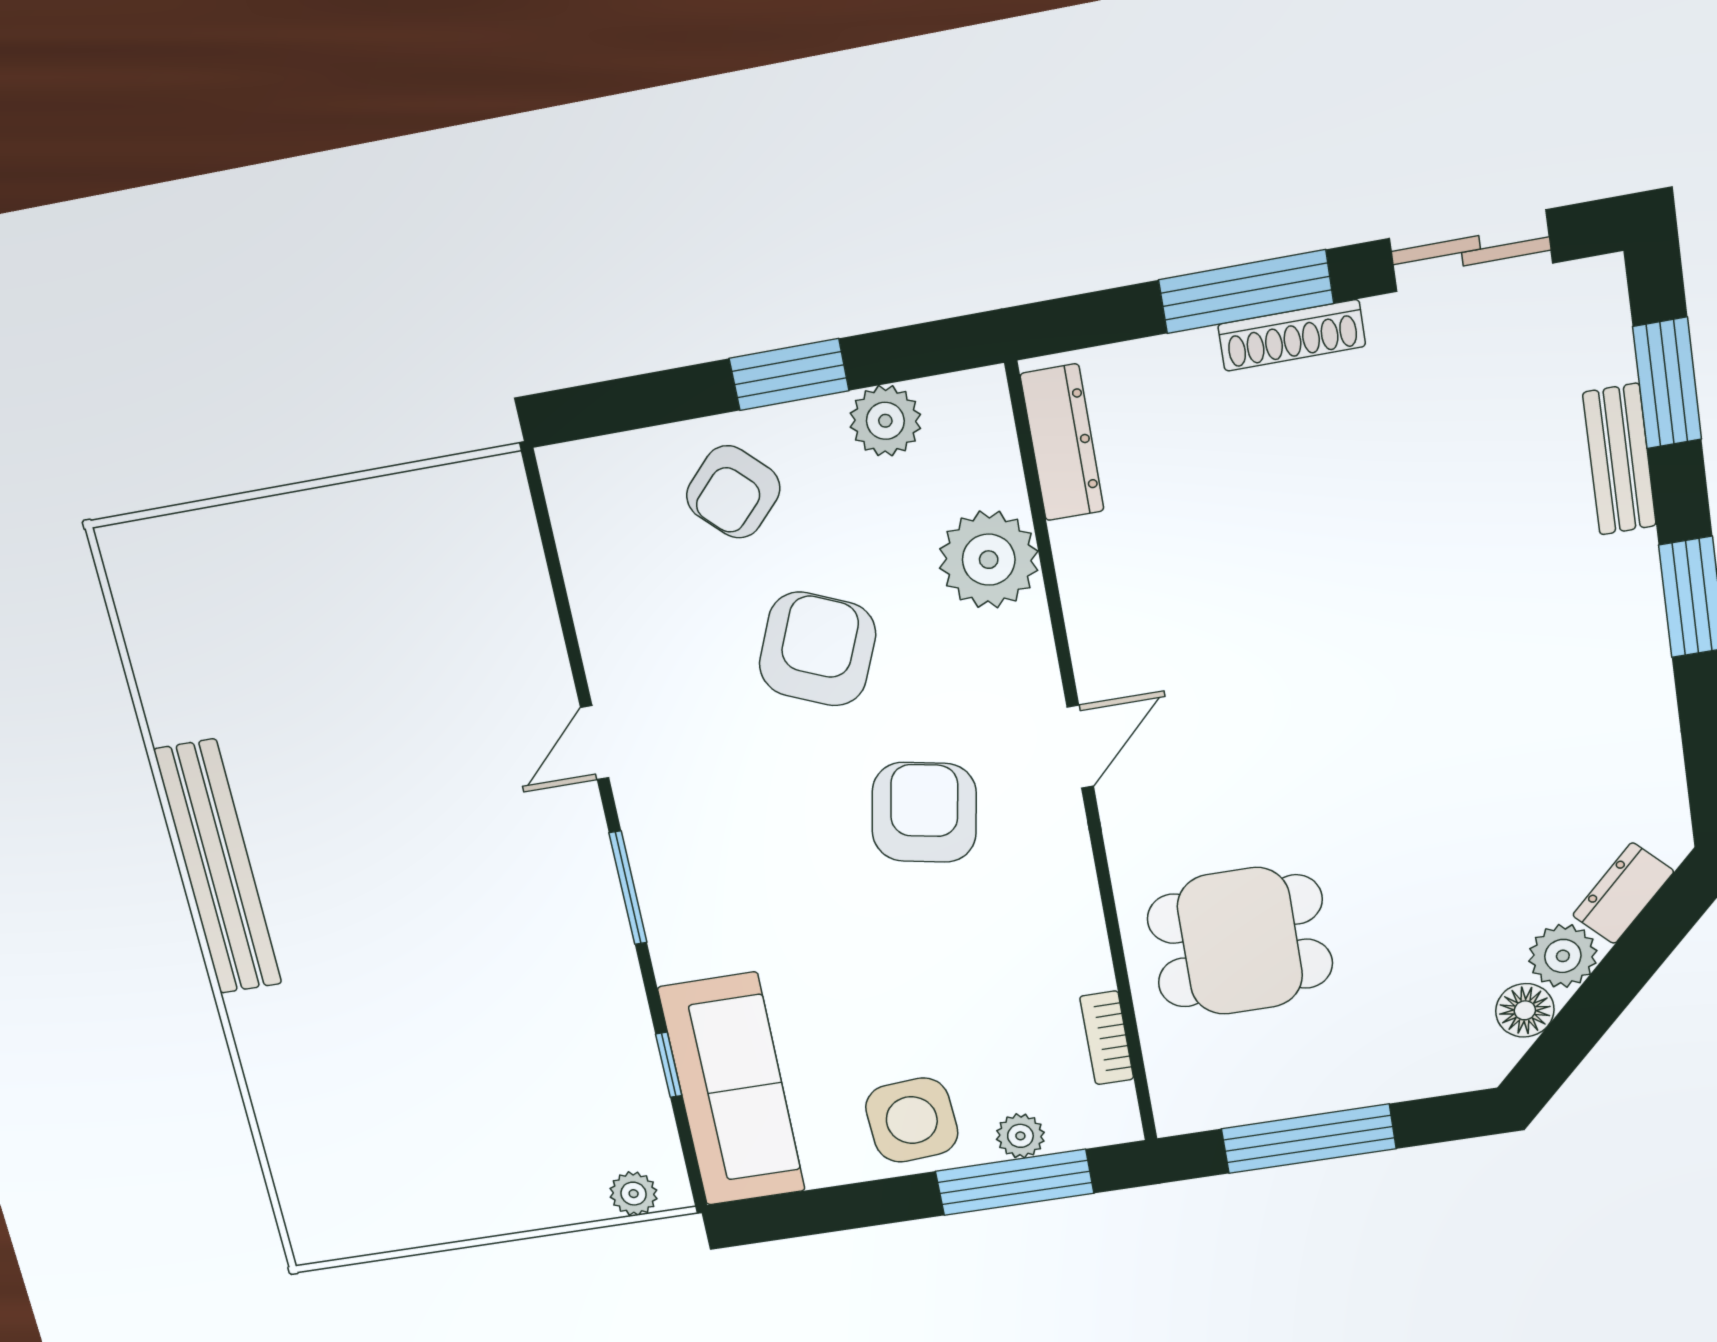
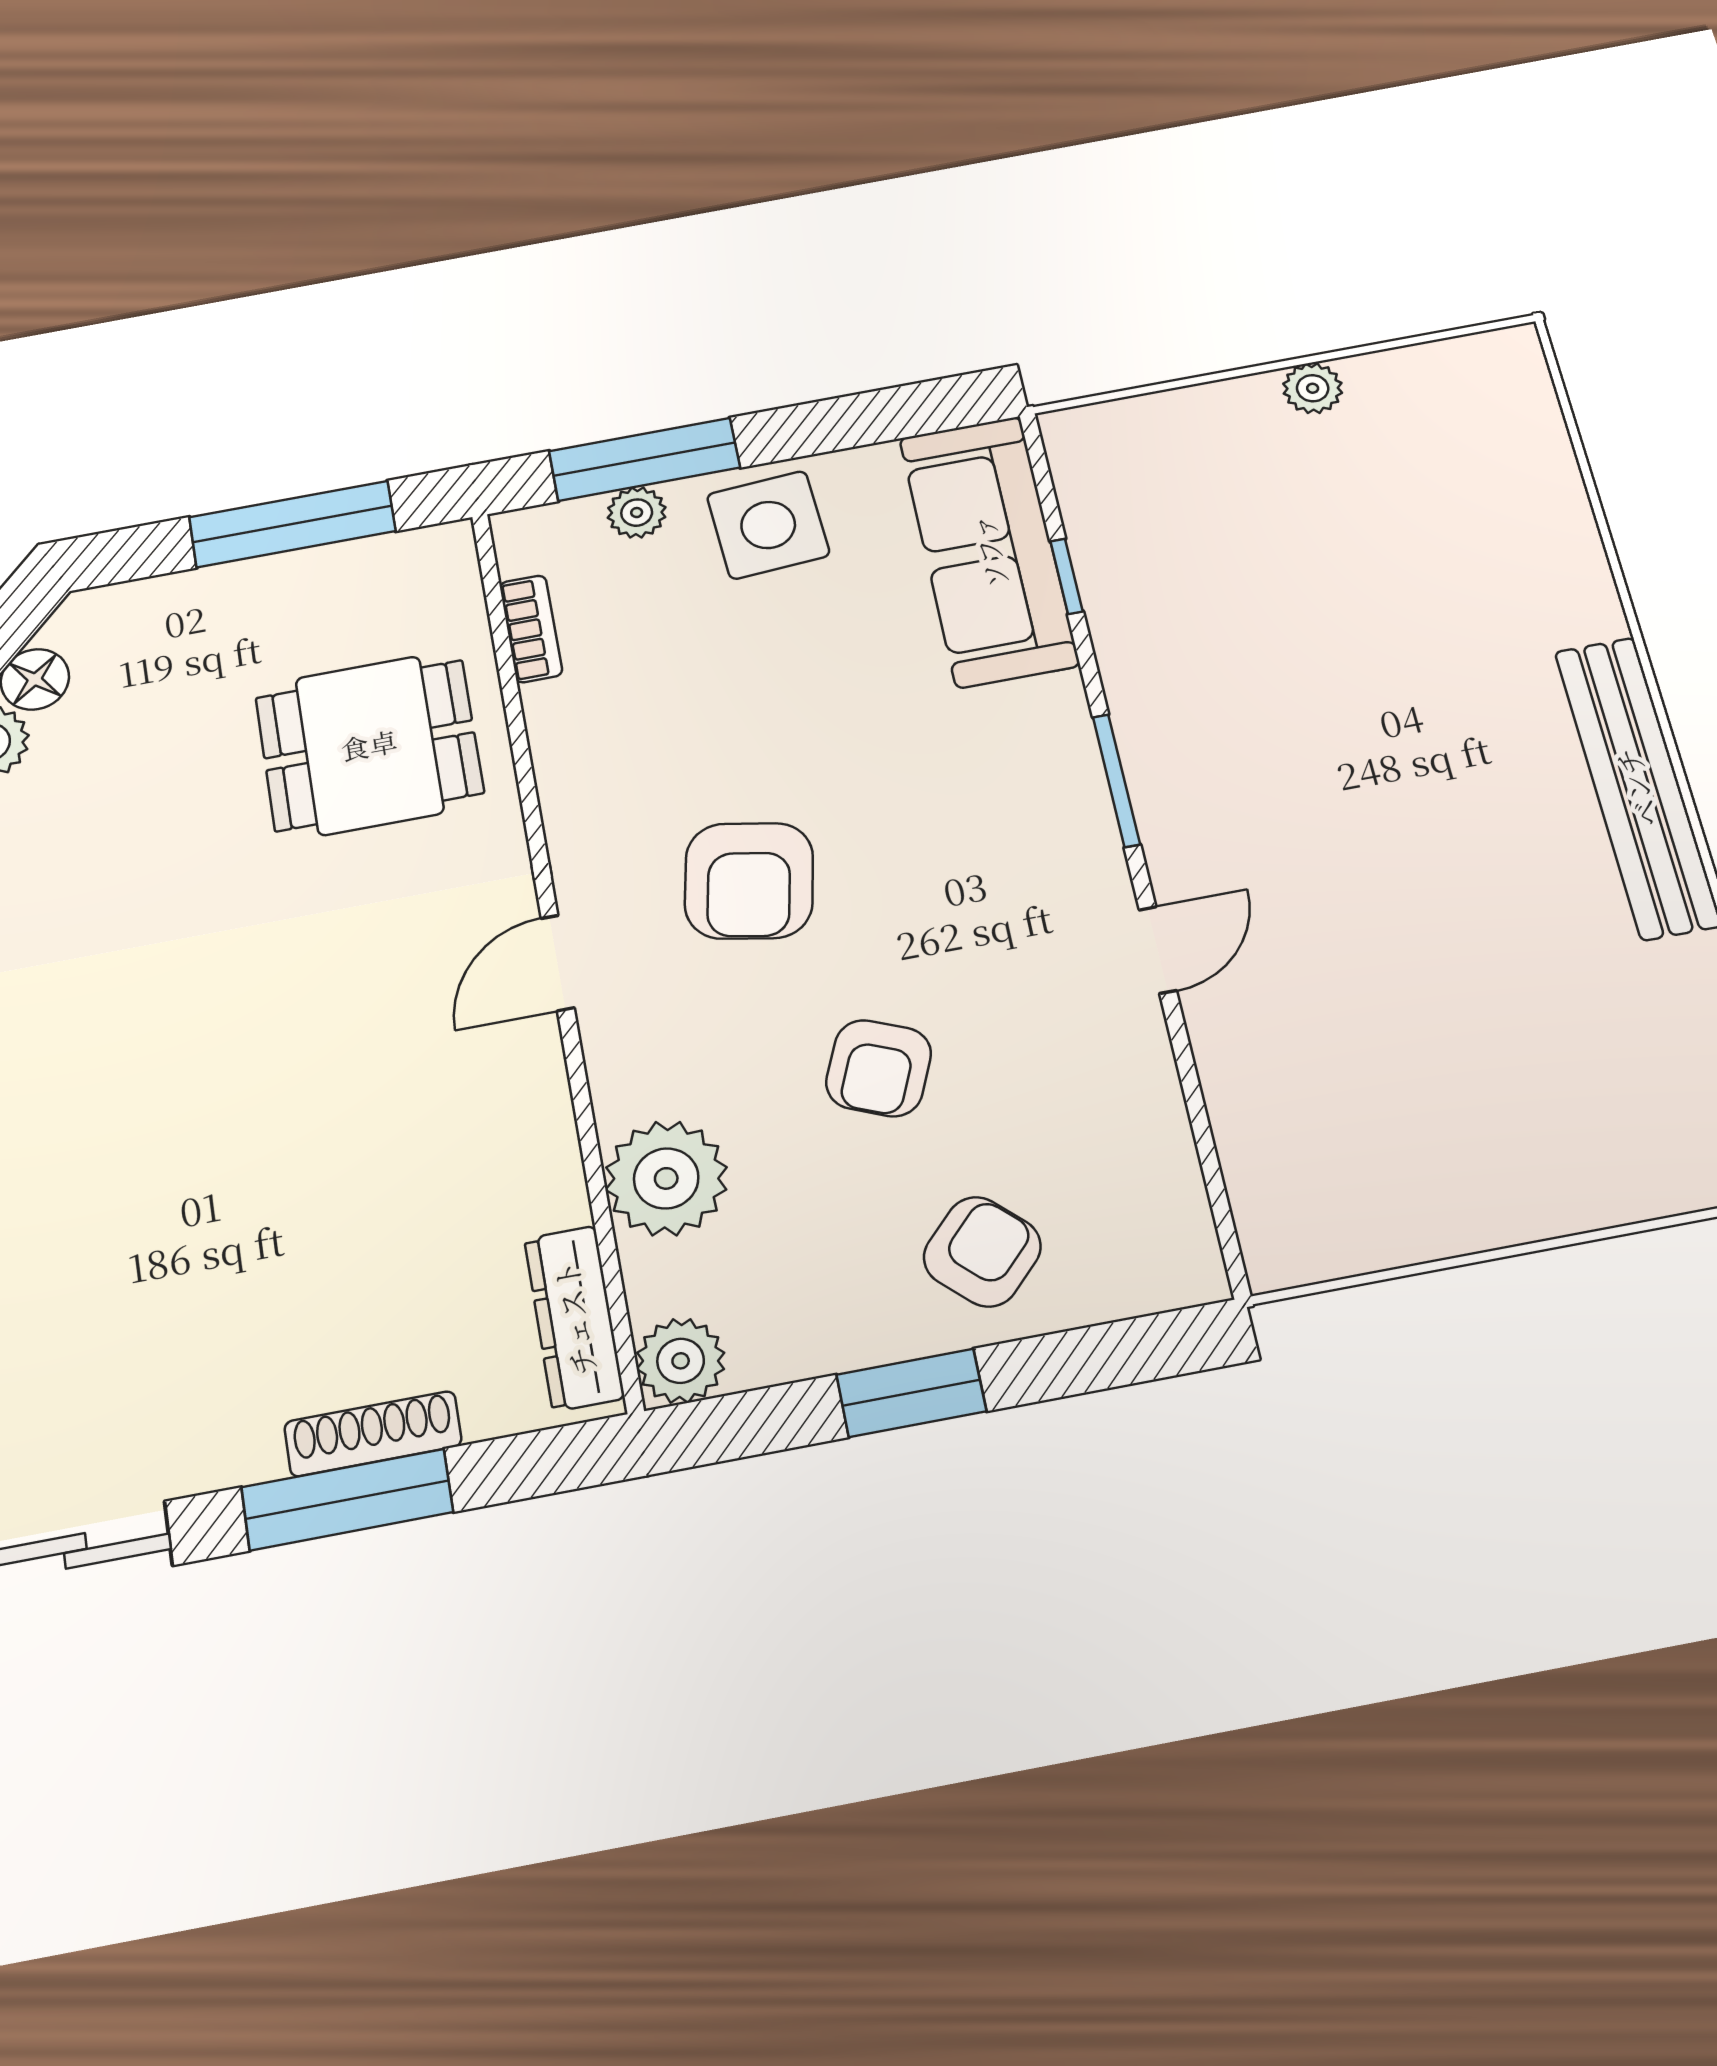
shoe rack: (1292, 335) -> (373, 1434), moved
plant: (885, 421) -> (681, 1361), moved
armchair: (817, 649) -> (879, 1068), width x0.72, depth x0.72
plant: (634, 1194) -> (1313, 388), moved

